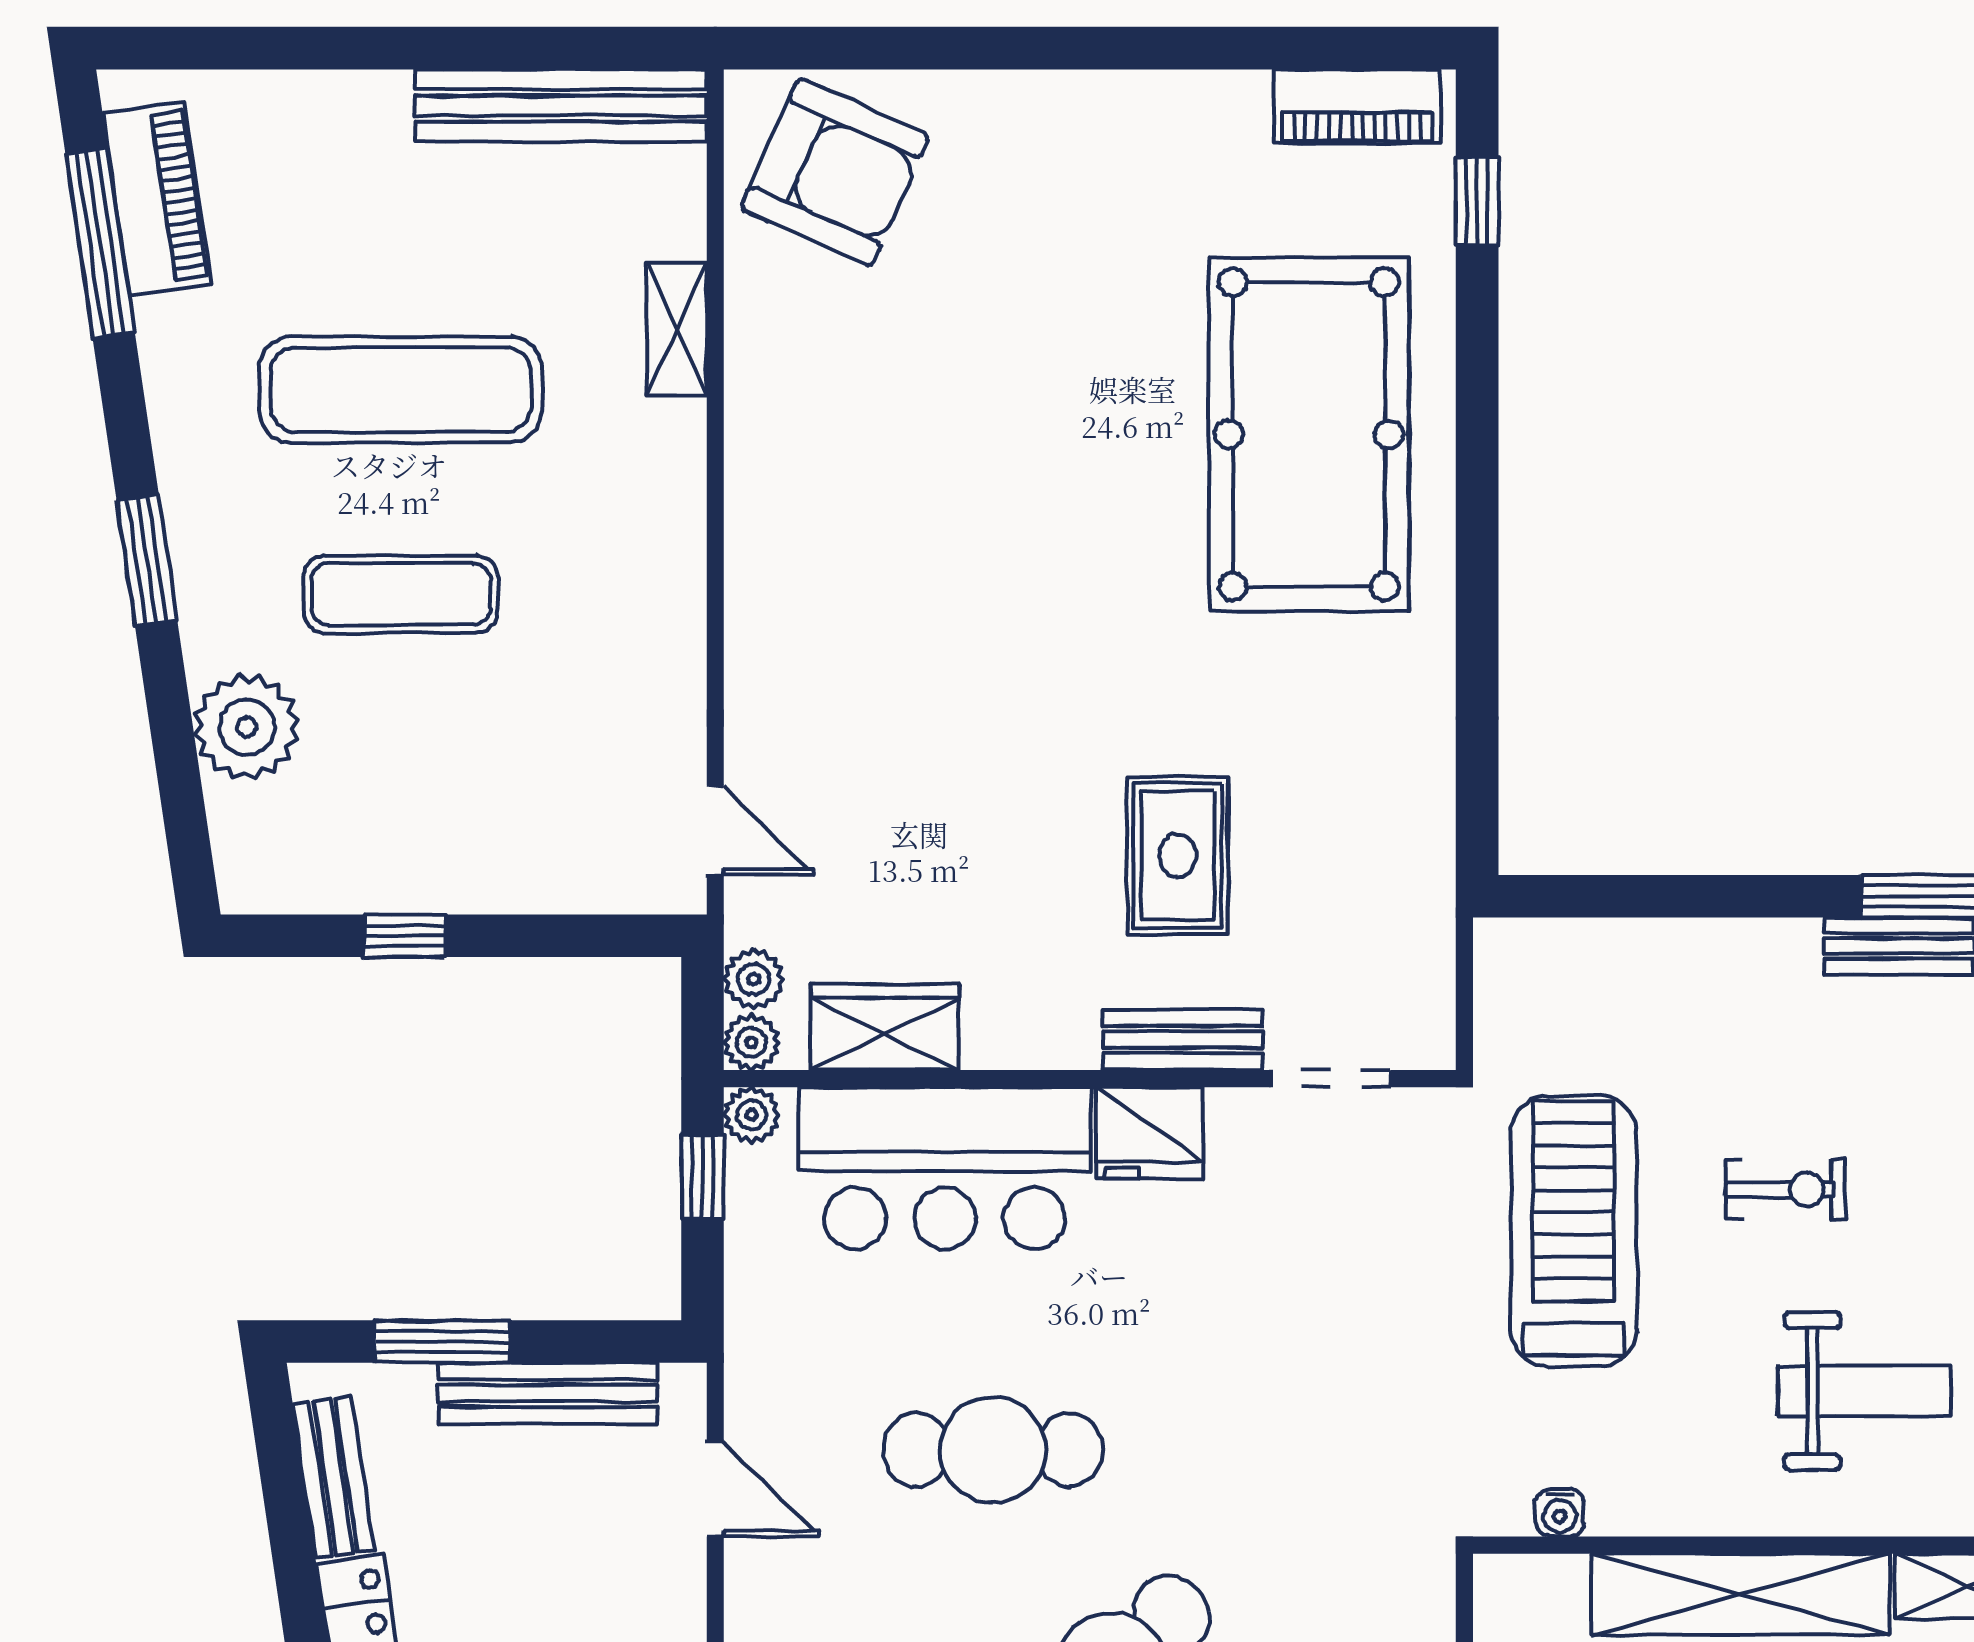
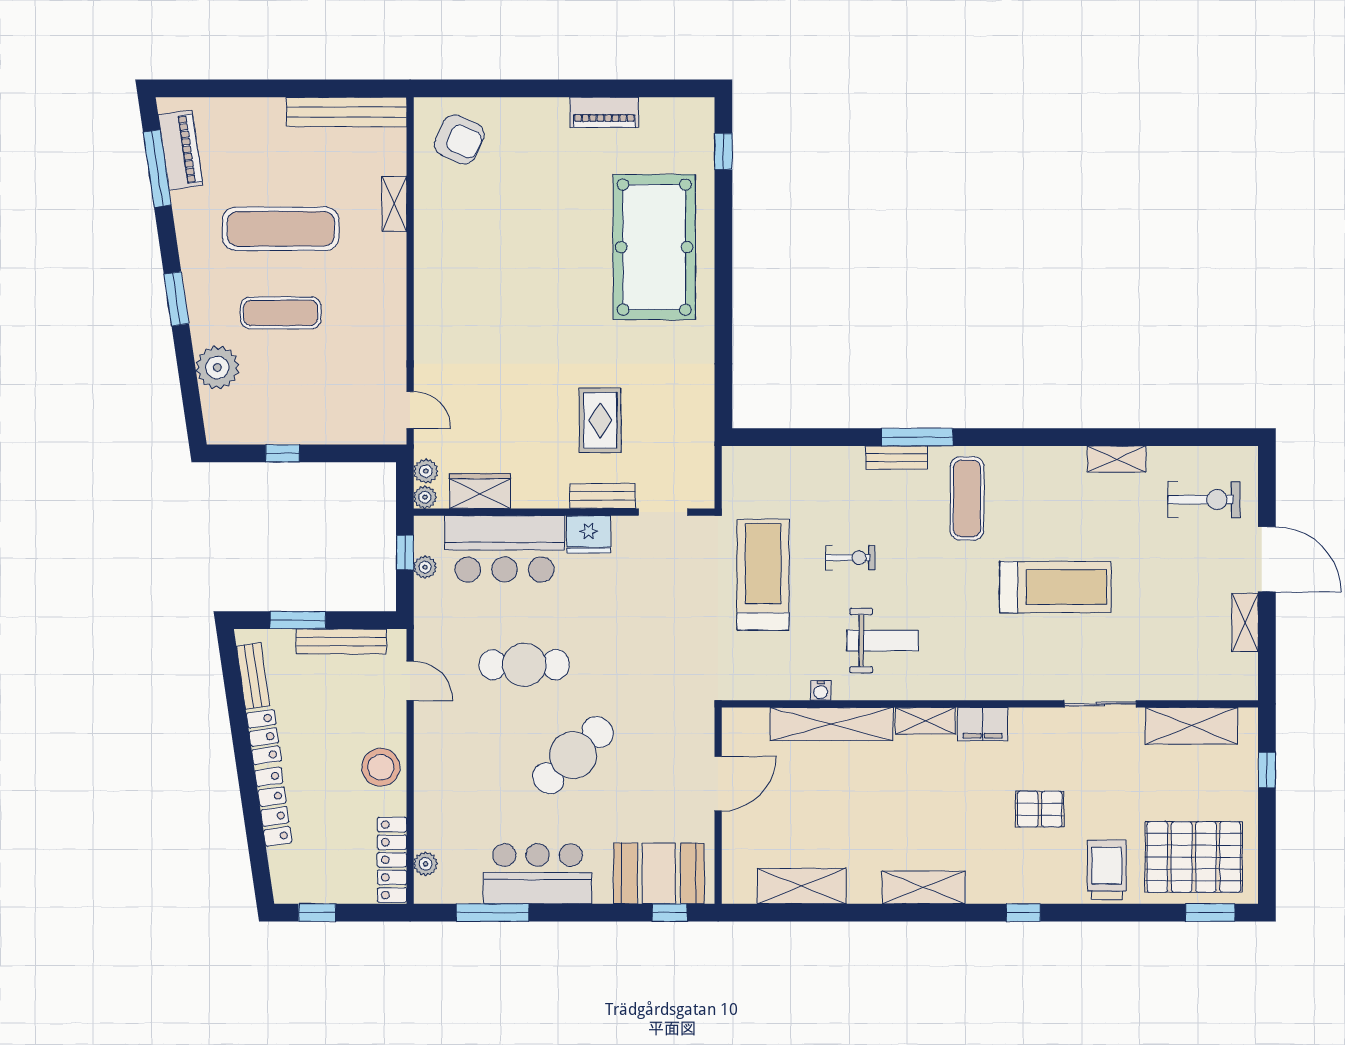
piano: (1357, 106) -> (604, 112), moved
armchair: (835, 172) -> (459, 139), width x0.73, depth x0.73
plant: (752, 1115) -> (425, 567), moved
water cooler: (1560, 1513) -> (821, 690), moved

